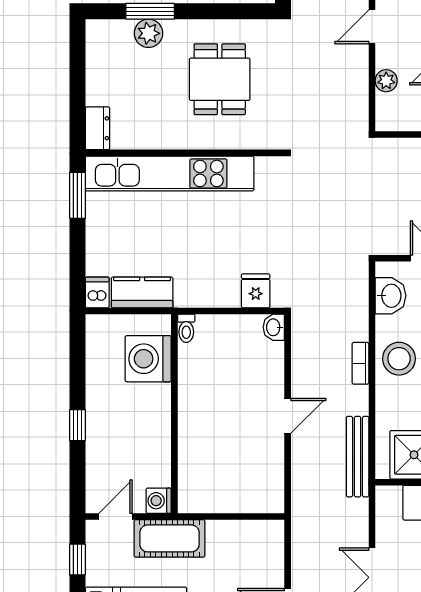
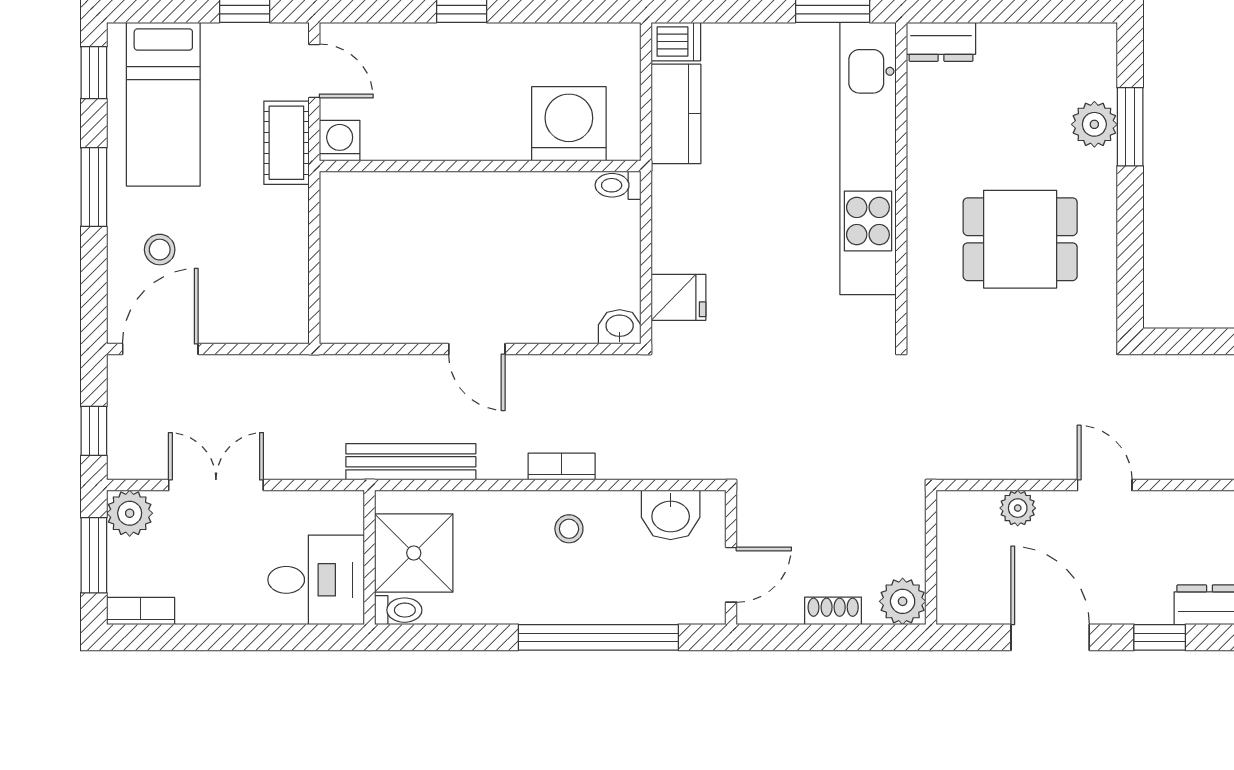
stool: (399, 359) -> (569, 529), width x0.53, depth x0.53
cot: (169, 538) -> (286, 143), width x0.73, depth x0.75

